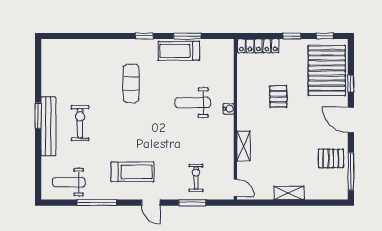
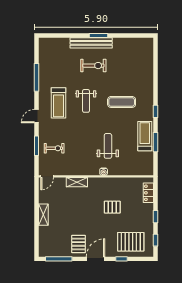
locker: (258, 46) -> (148, 193), width x0.66
pallet: (327, 71) -> (131, 242), width x0.73, depth x0.71
pallet: (331, 158) -> (79, 244), moved
weight bench: (69, 182) -> (86, 101), moved, turned 180

